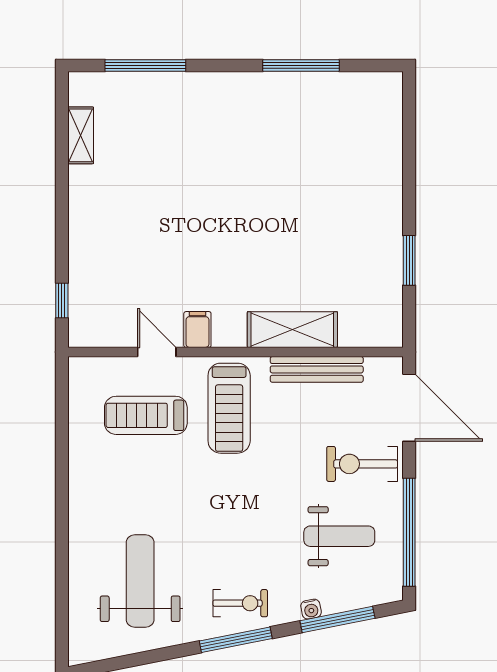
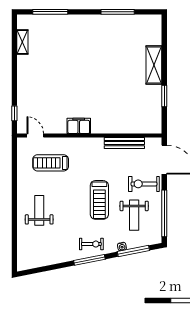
filing cabinet: (197, 330) -> (79, 126), width x2.00
shelving: (292, 330) -> (154, 65), moved, turned 90
door: (157, 352) -> (35, 136), moved
treadmill: (229, 408) -> (99, 200), moved
weight bench: (339, 536) -> (134, 215), turned 90
weight bench: (140, 581) -> (39, 210), moved, width x0.73, depth x0.75

